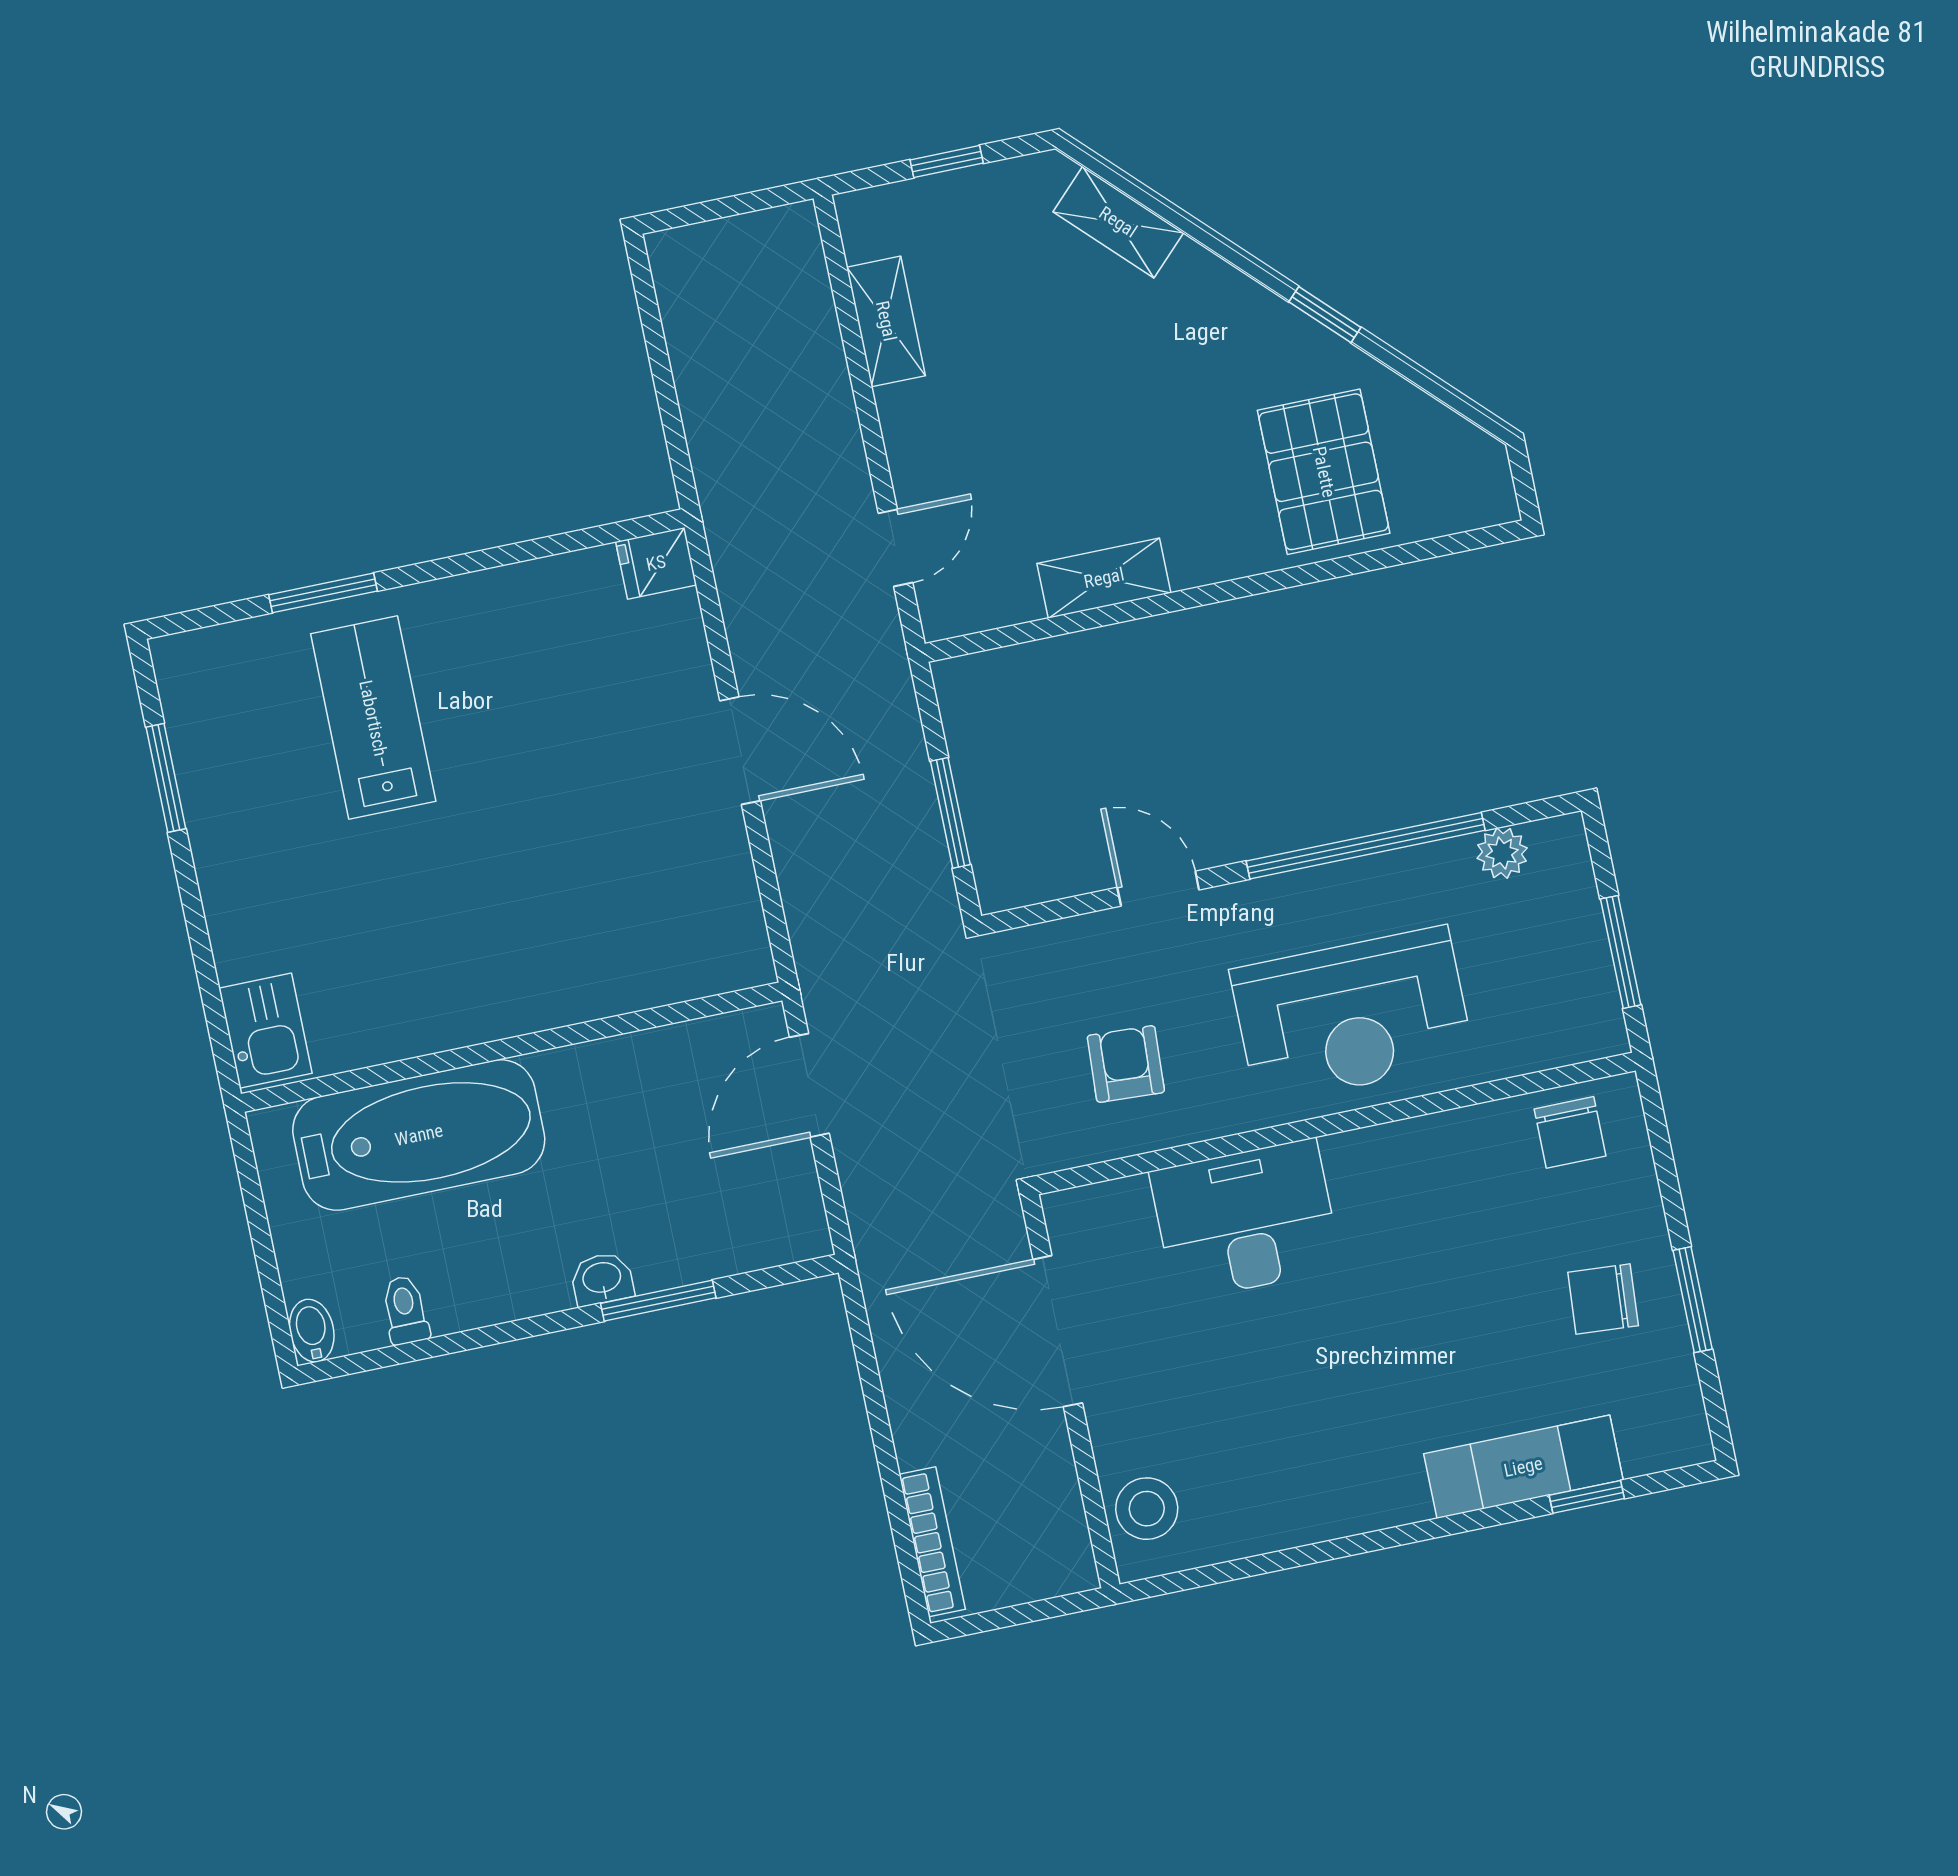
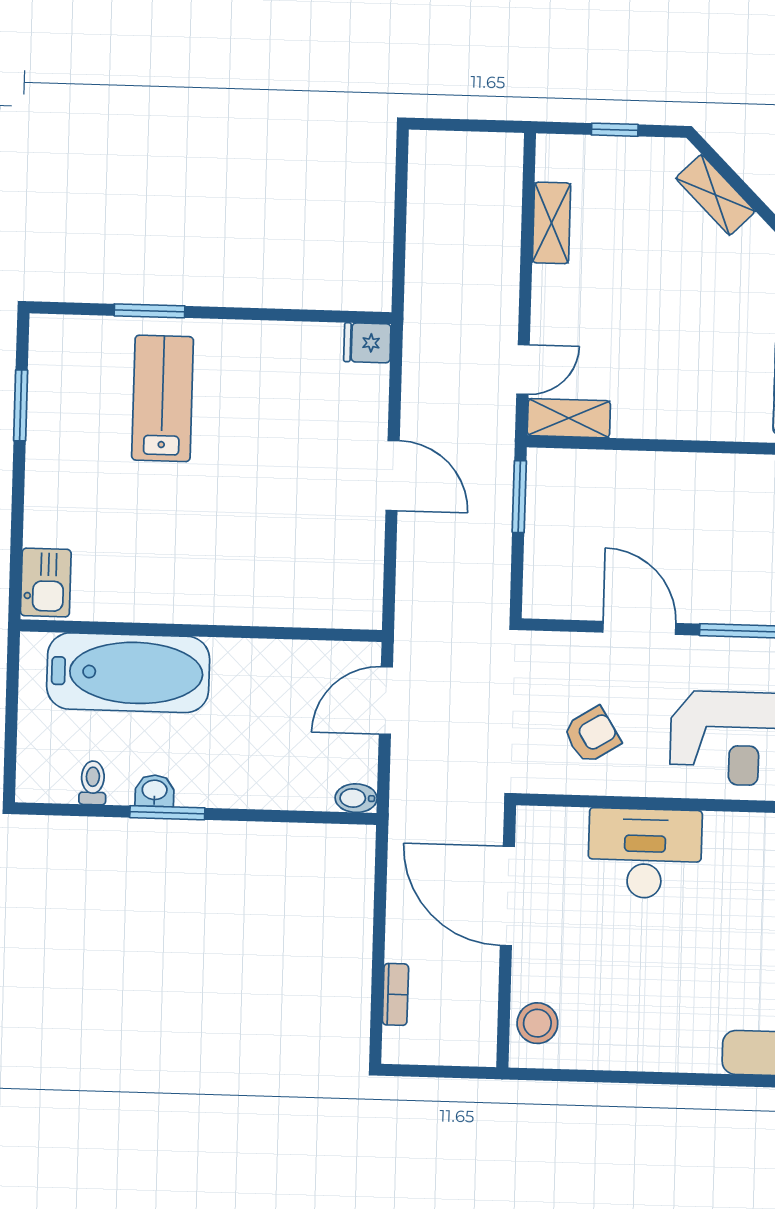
shelving: (1104, 578) -> (569, 418), moved
window: (950, 813) -> (519, 497), moved
door: (1158, 889) -> (639, 628), width x1.38
armchair: (1126, 1064) -> (592, 735), turned 55
washbasin: (602, 1279) -> (155, 791), moved
window: (658, 1301) -> (167, 813), moved
bidet: (312, 1331) -> (356, 798), moved, turned -90
bookcase: (932, 1542) -> (395, 994), width x0.64

